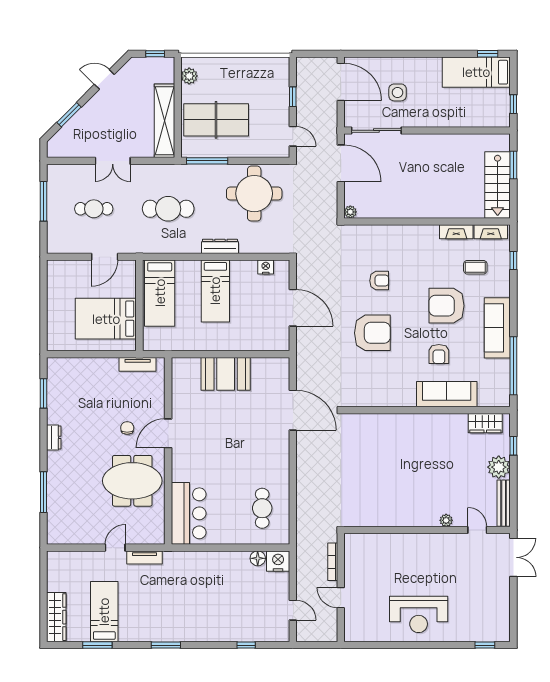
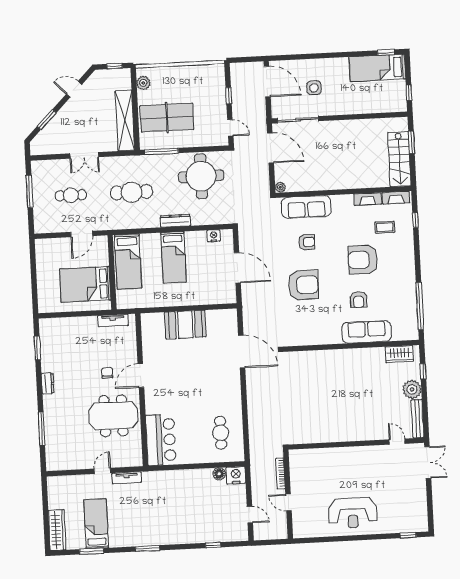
sofa: (497, 328) -> (306, 207), moved, turned -90
plant: (446, 520) -> (371, 435), removed

